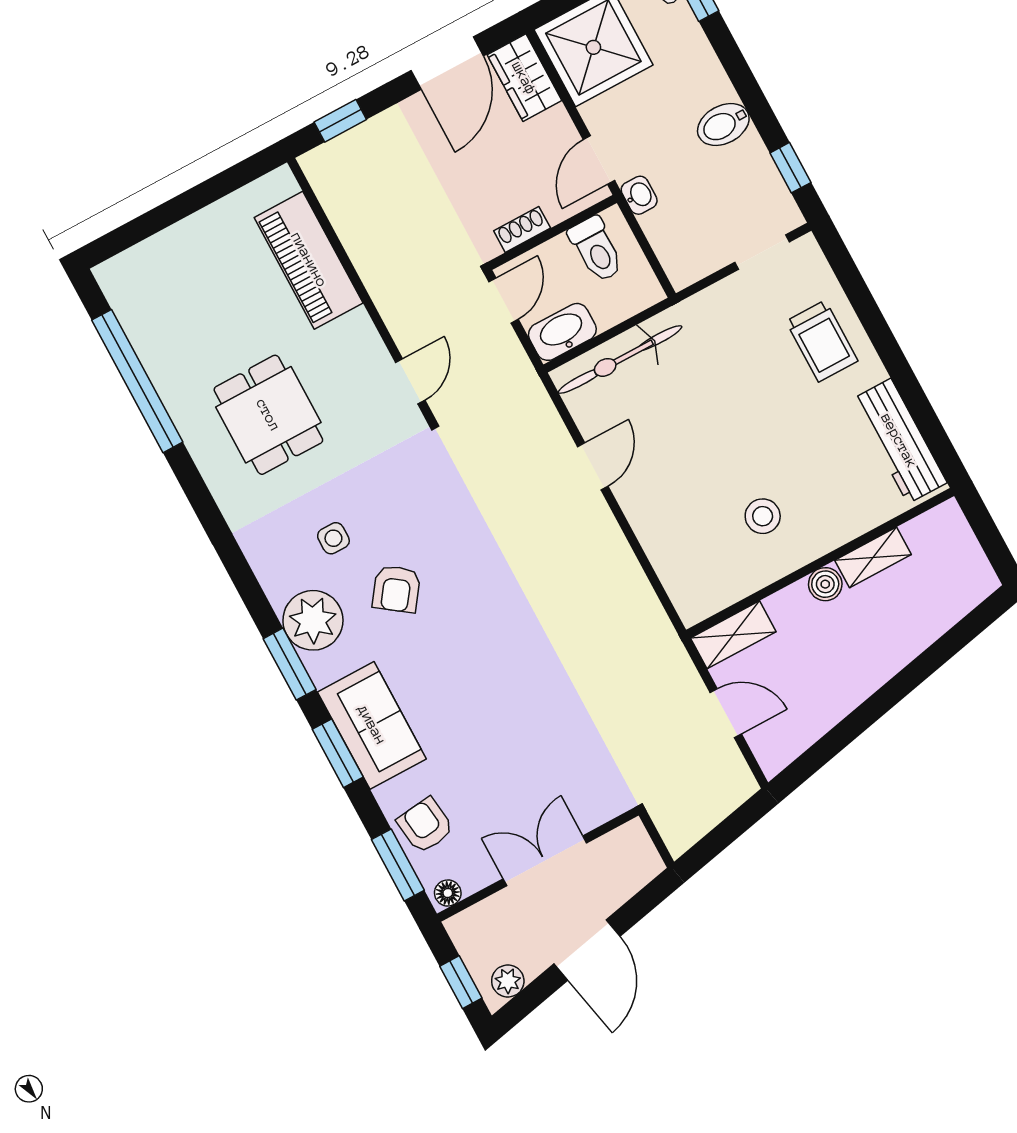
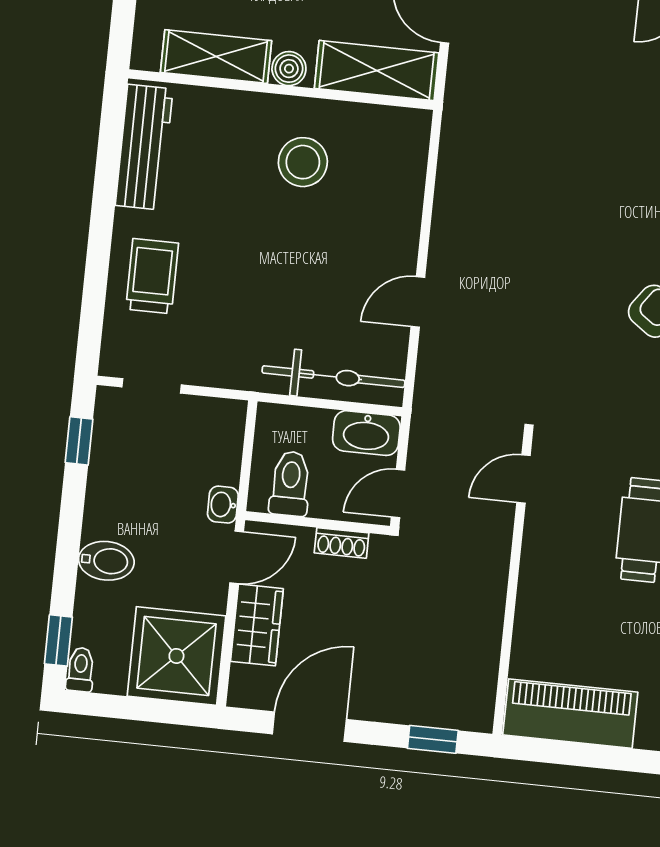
wardrobe: (524, 78) -> (257, 625), moved
bidet: (723, 125) -> (106, 561), moved
piano: (309, 260) -> (570, 714), moved, turned -90
stool: (763, 516) -> (303, 162), width x1.38, depth x1.38
shelving: (873, 557) -> (216, 57), width x1.50, depth x1.33
shelving: (733, 635) -> (377, 71), width x1.50, depth x1.33

